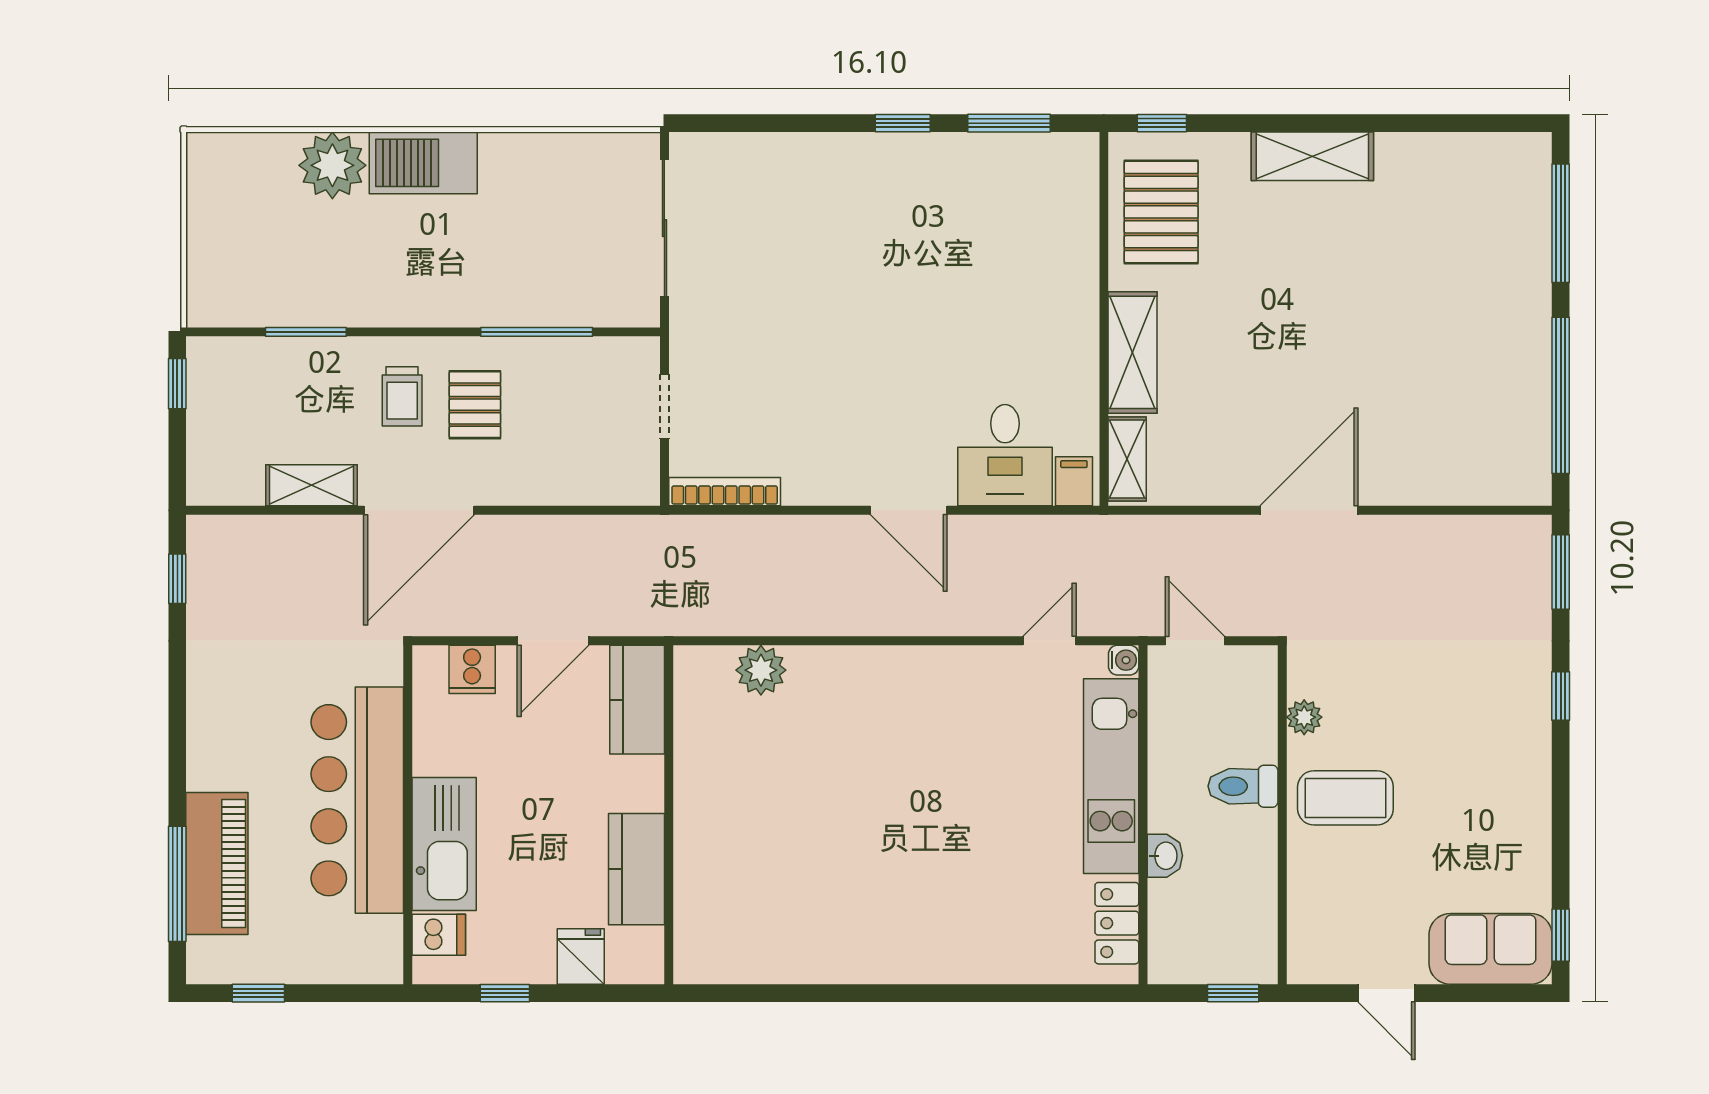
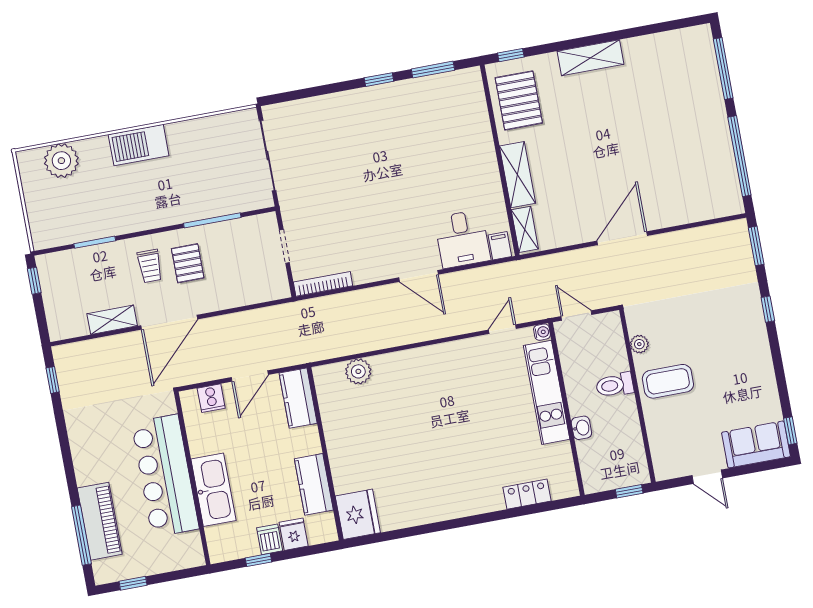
plant: (332, 165) -> (61, 161), moved
locker: (1117, 923) -> (527, 494), moved, turned 90
dishwasher: (439, 935) -> (270, 539), moved, turned -90
fridge: (710, 941) -> (358, 514), added

